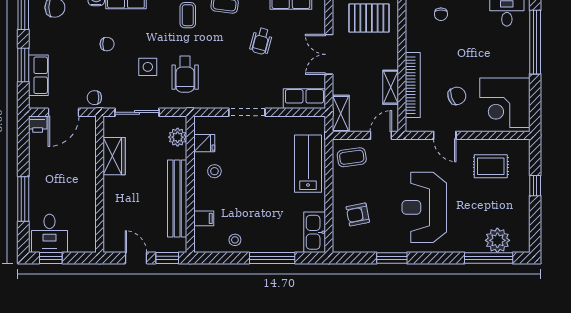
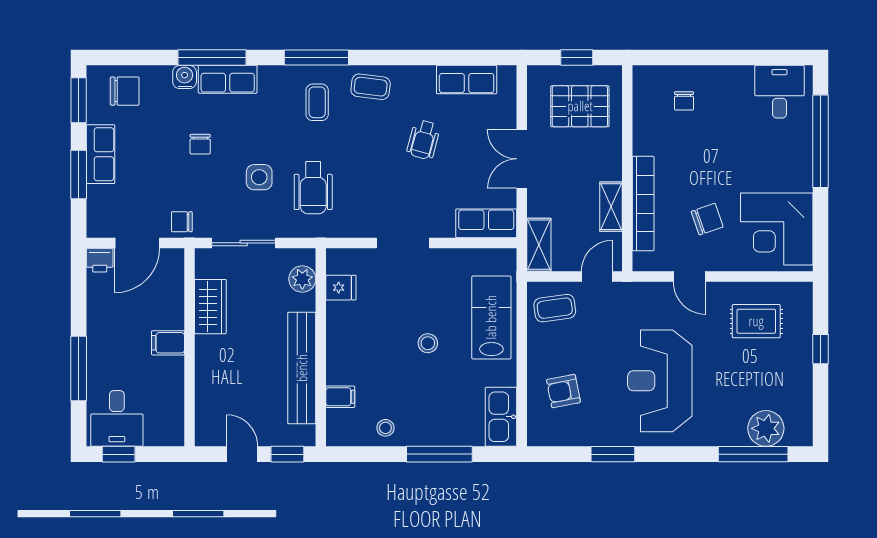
chair: (107, 44) -> (200, 144), turned 90
row of seats: (38, 75) -> (101, 154), moved
stool: (214, 171) -> (428, 343), moved
filing cabinet: (85, 181) -> (168, 343), added

